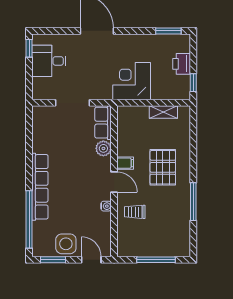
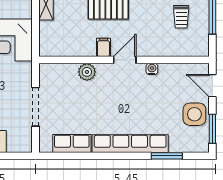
row of seats: (103, 123) -> (72, 143), moved, turned 180
trolley: (135, 212) -> (181, 17), moved
window: (29, 219) -> (167, 156), width x0.47
door: (91, 260) -> (212, 86), hinge flipped

